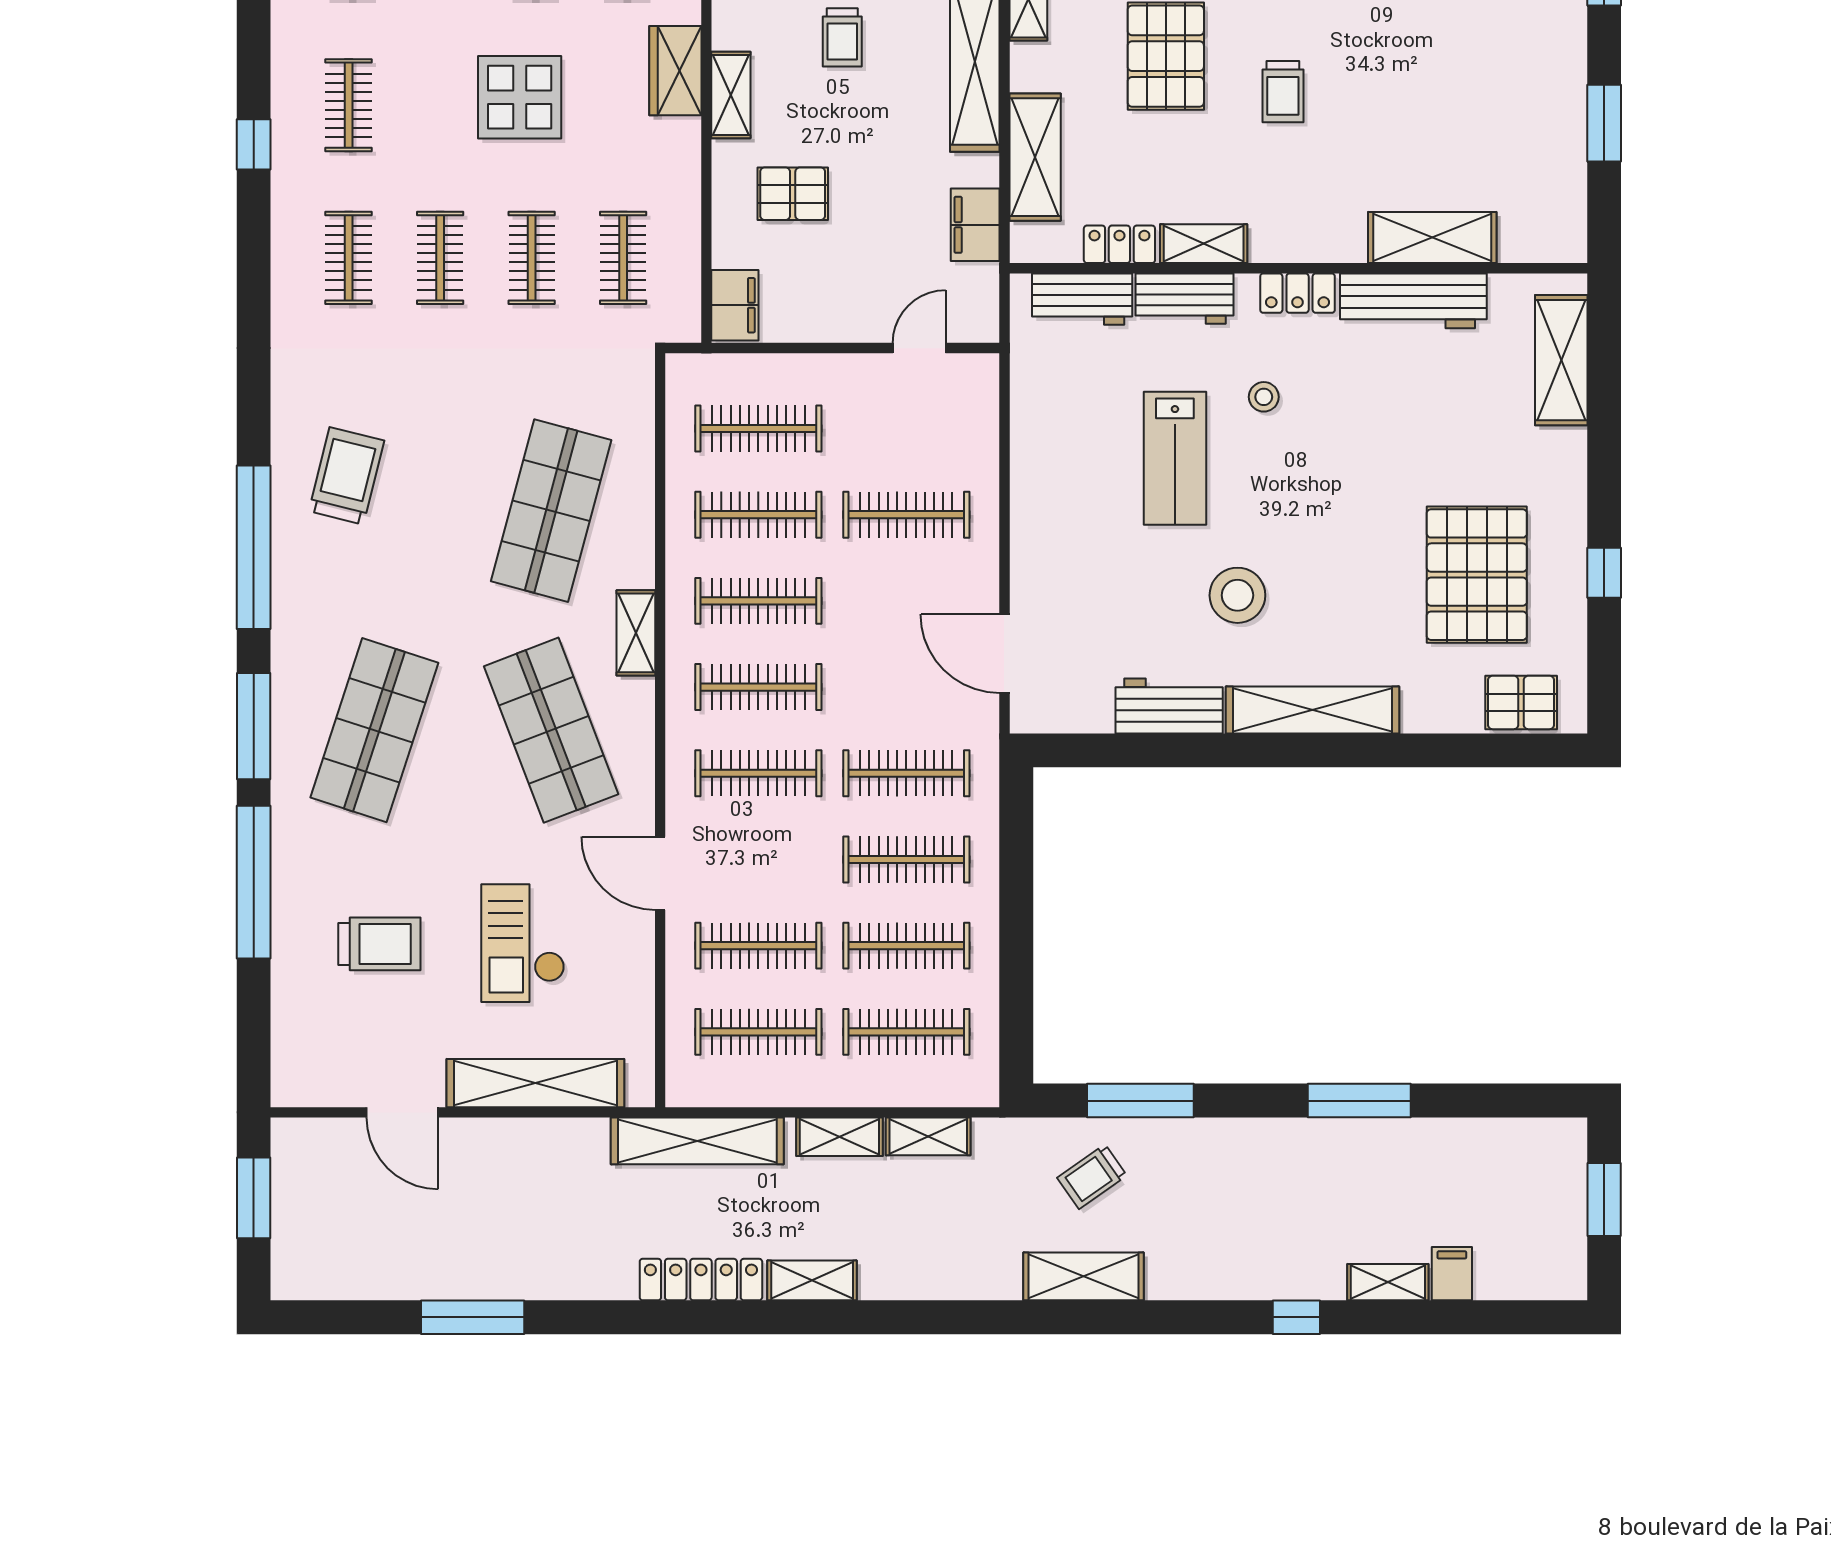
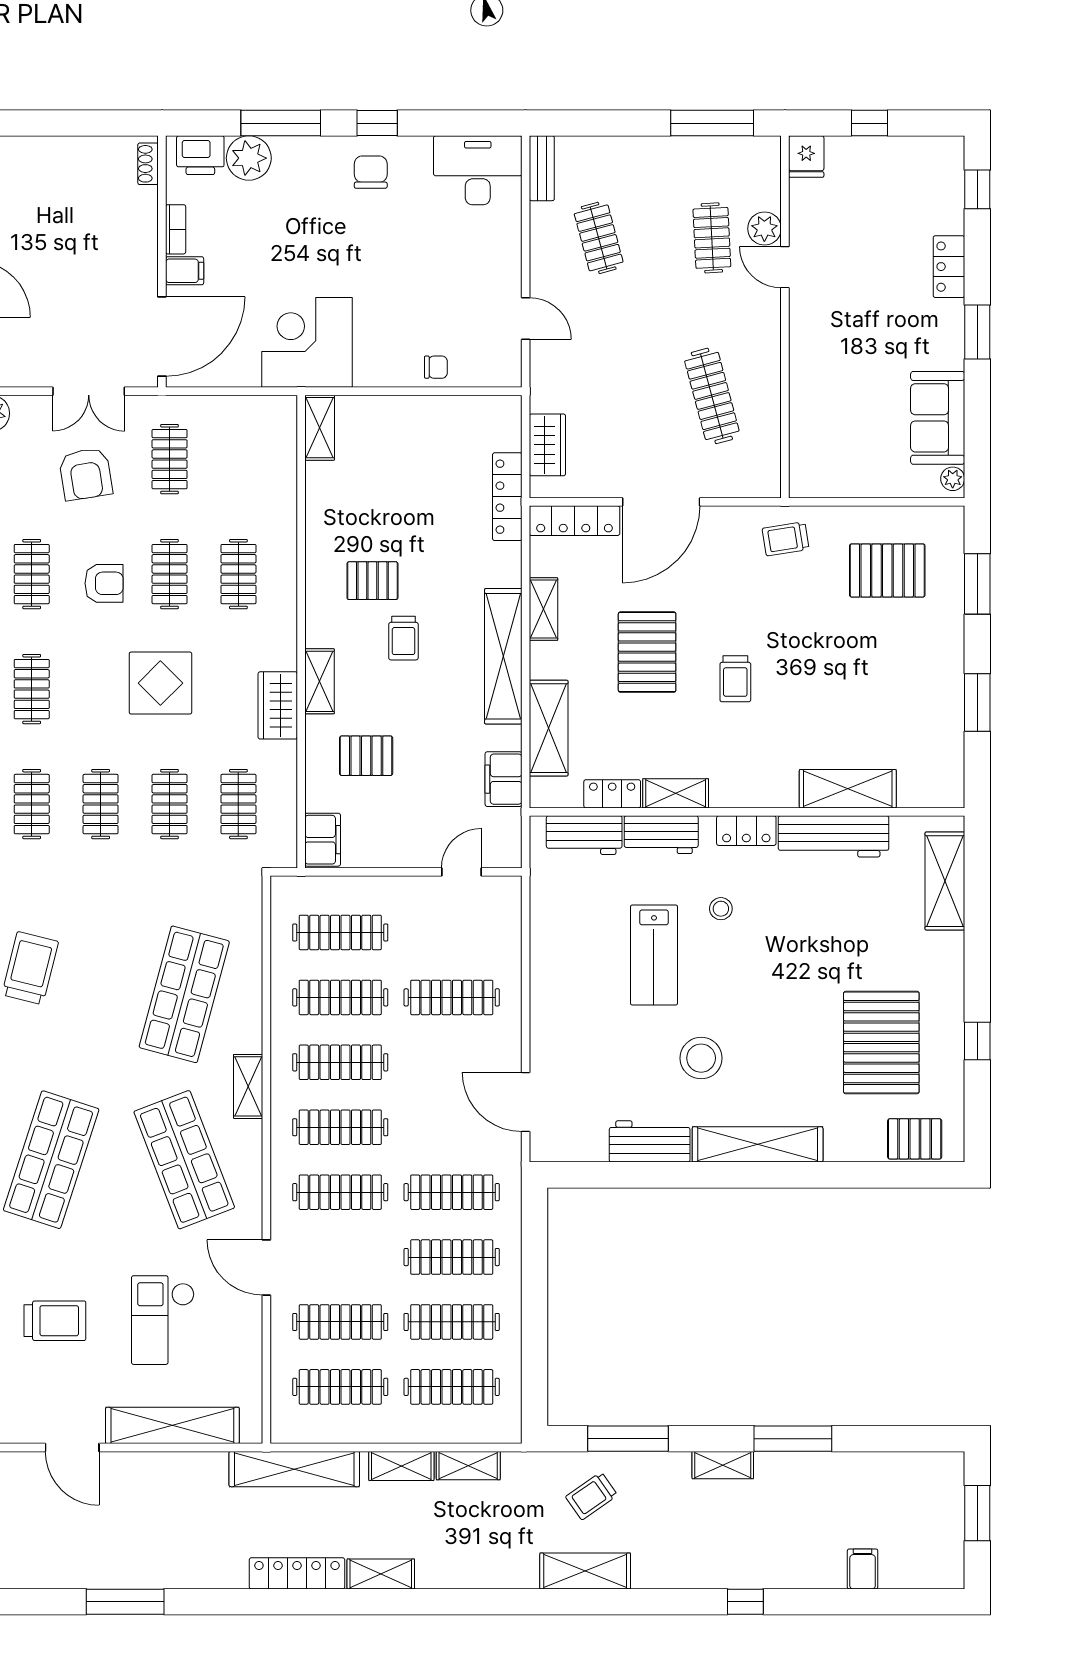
wardrobe: (675, 71) -> (278, 705), moved
shelving: (1388, 1282) -> (723, 1465), moved

